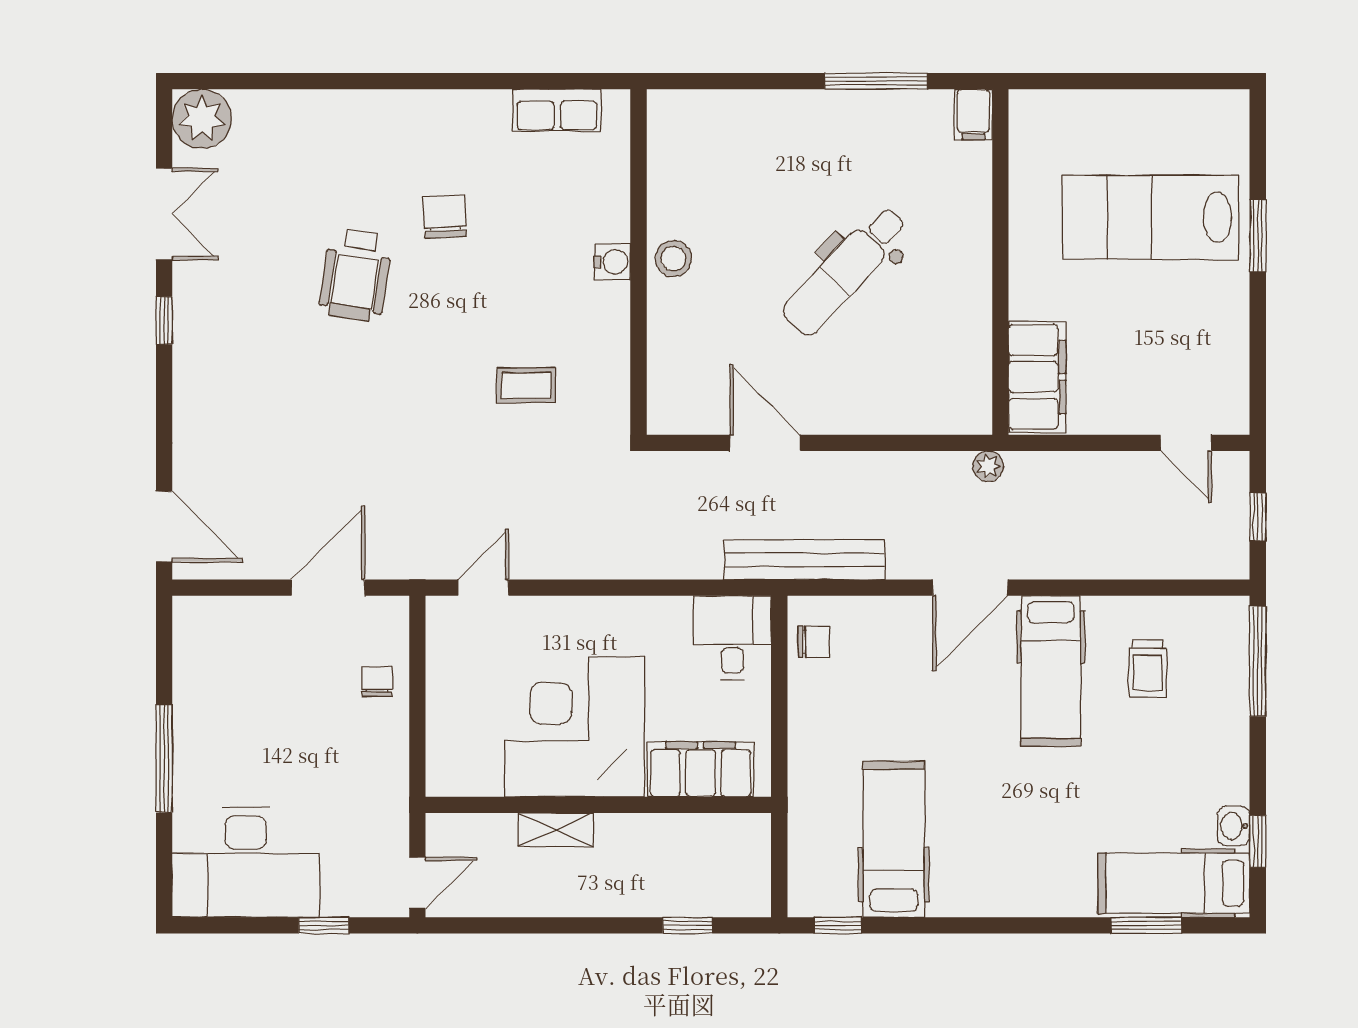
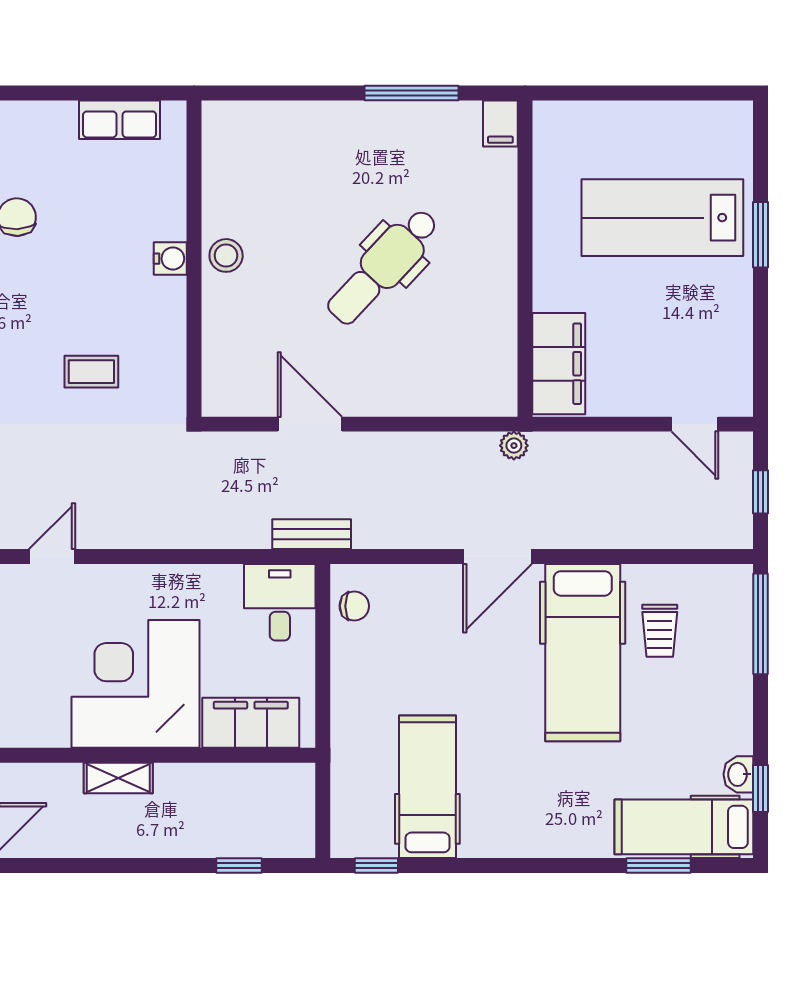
bench: (804, 560) -> (312, 534), width x0.54, depth x0.82
hospital bed: (1051, 671) -> (583, 653), width x1.37, depth x1.29

